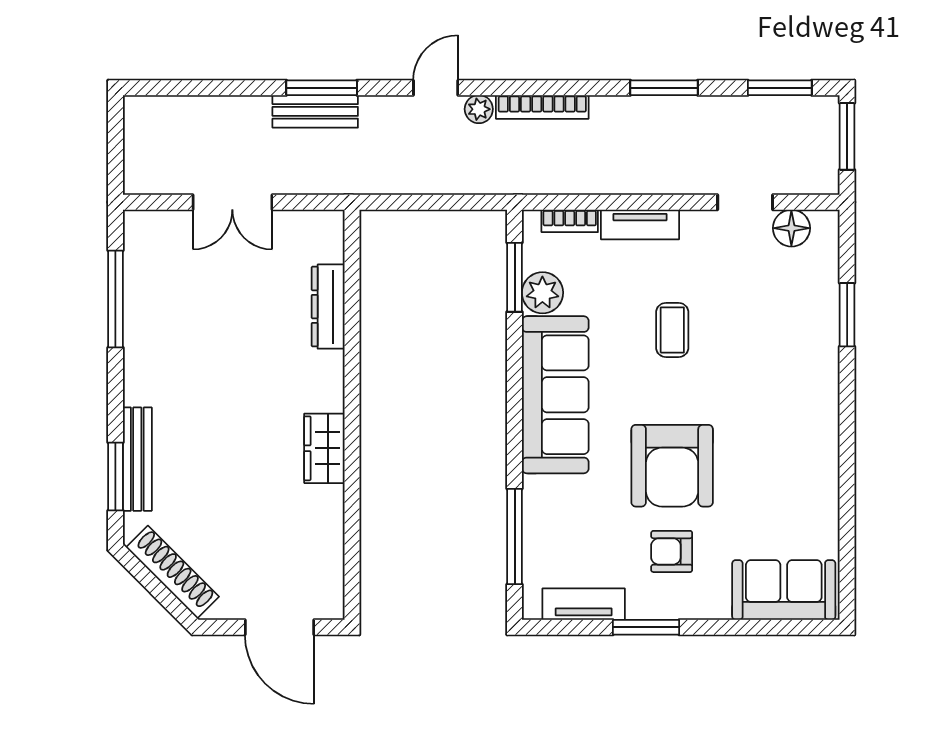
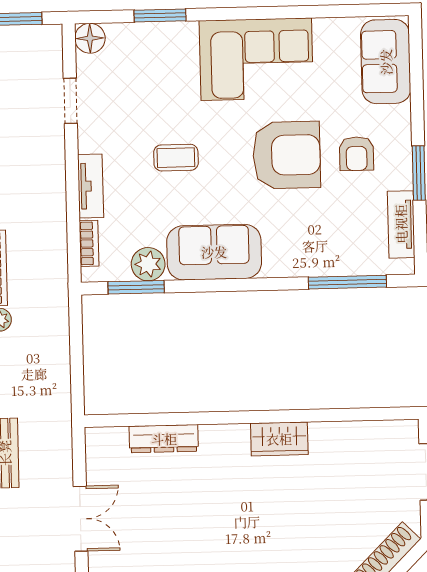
floor lamp: (791, 228) -> (90, 38), moved
sofa: (555, 395) -> (214, 252), width x0.73
corner sofa: (791, 431) -> (256, 59), added

